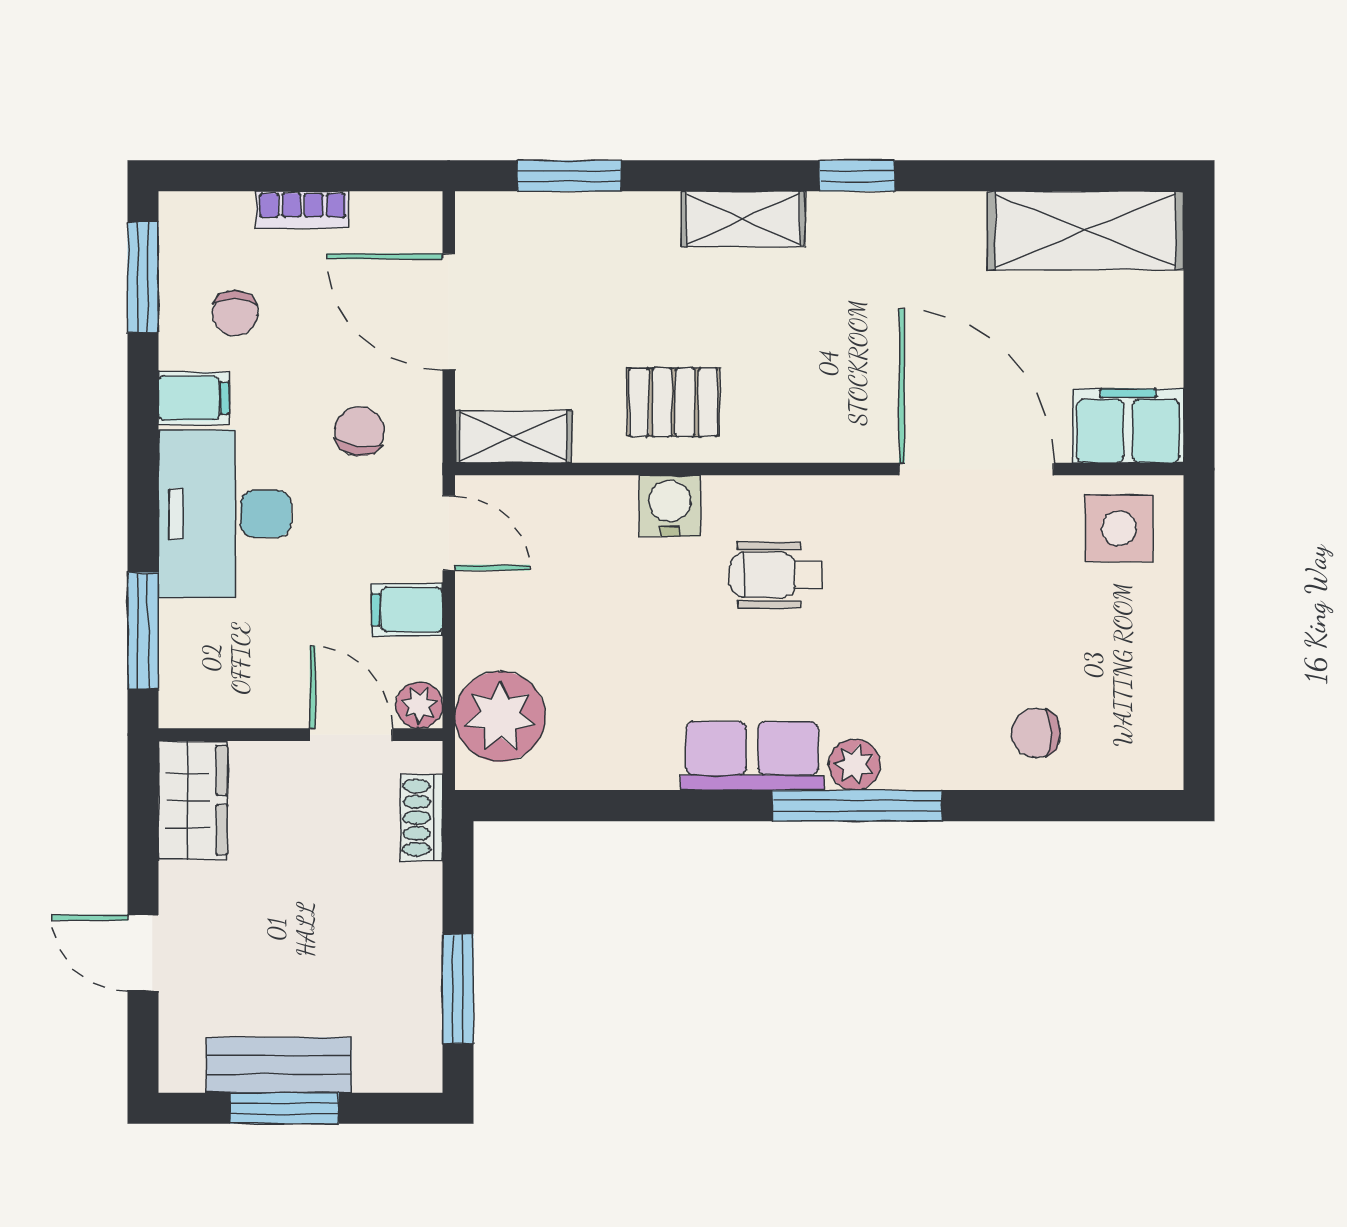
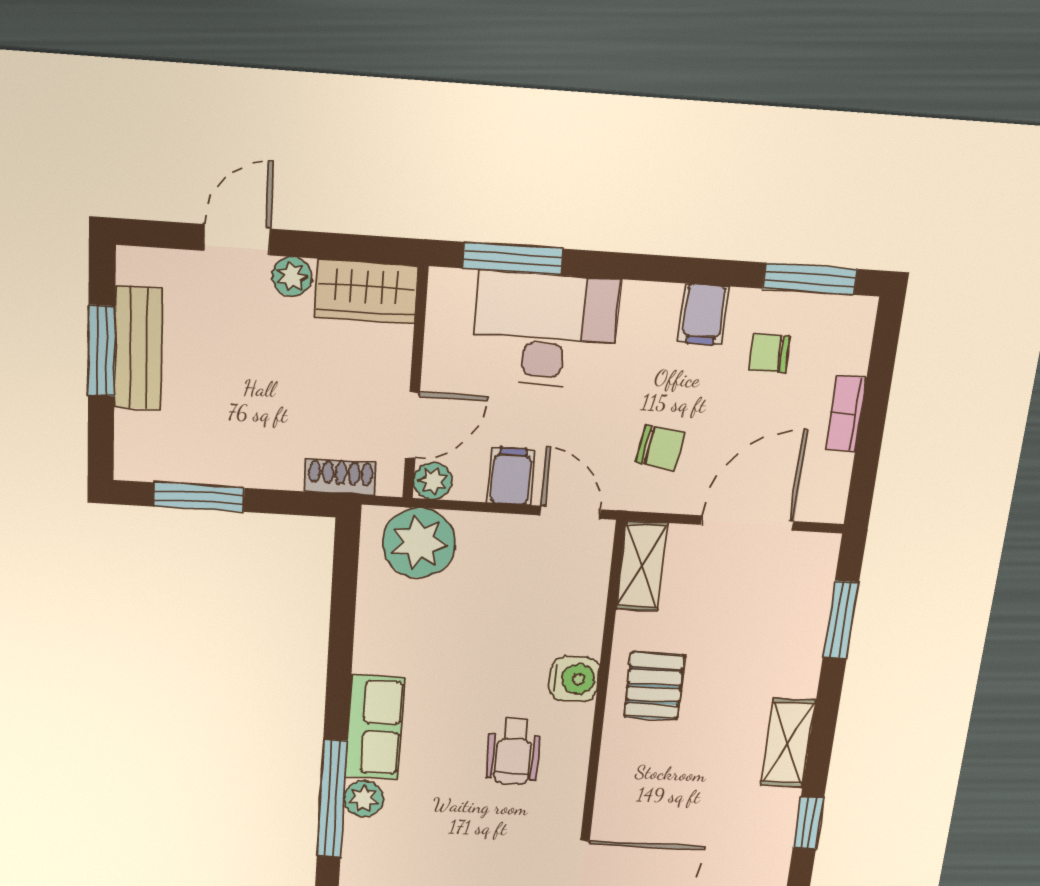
desk: (225, 514) -> (545, 330), moved
door: (449, 533) -> (570, 512), swing flipped
wheelchair: (776, 575) -> (513, 752), turned 180
plant: (182, 888) -> (292, 277), added

